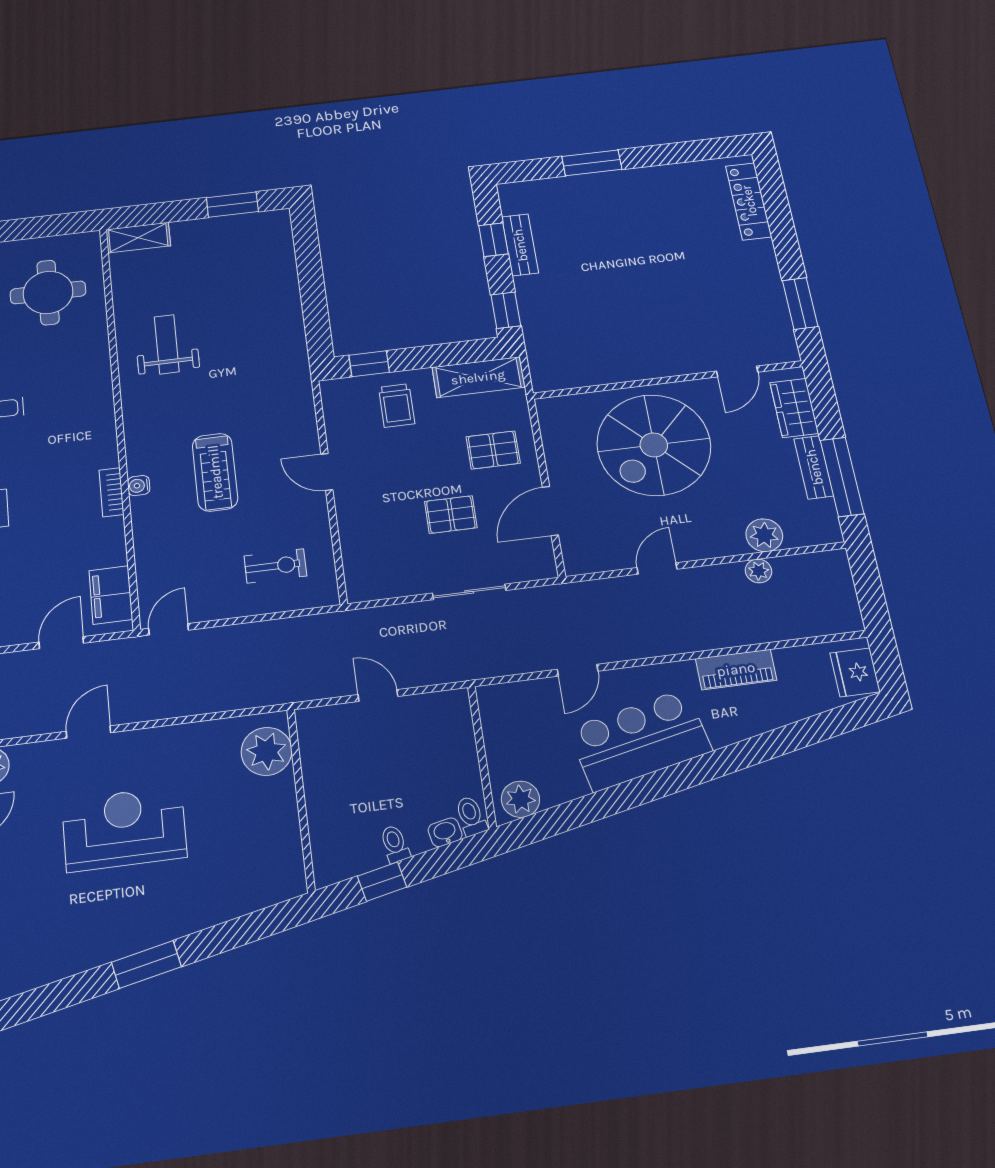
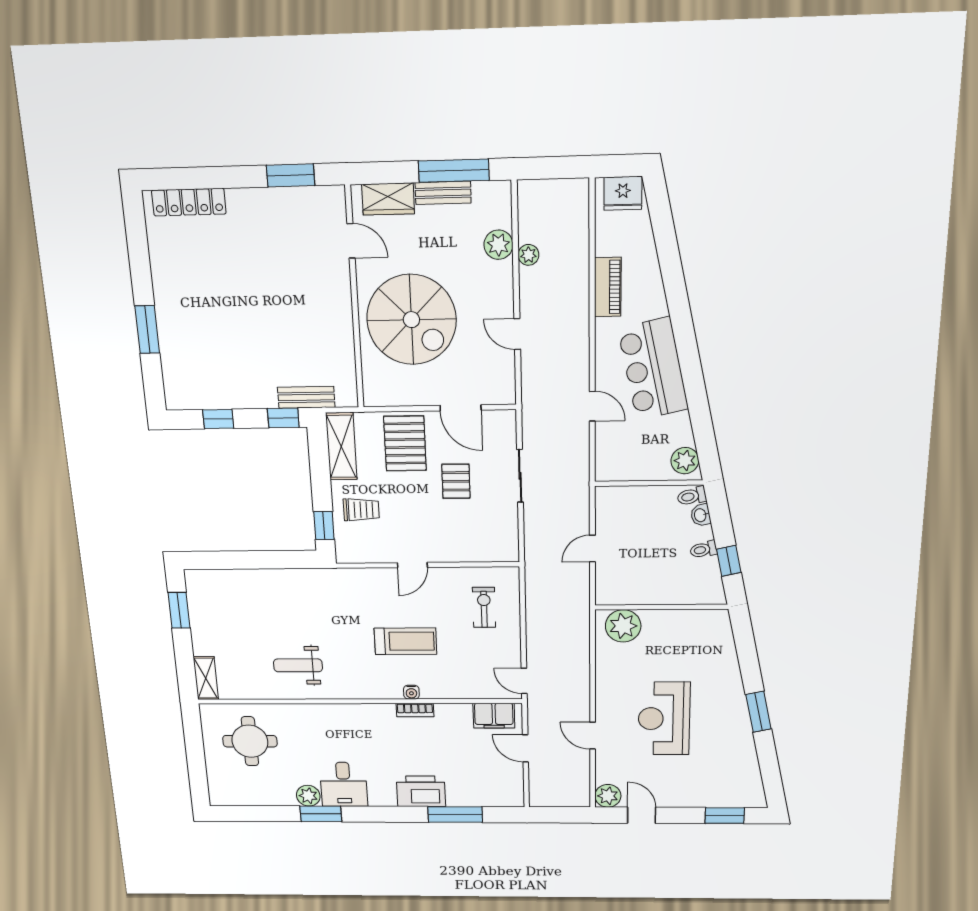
bench: (520, 245) -> (306, 397), moved
pallet: (493, 450) -> (405, 443), width x1.50, depth x1.42

